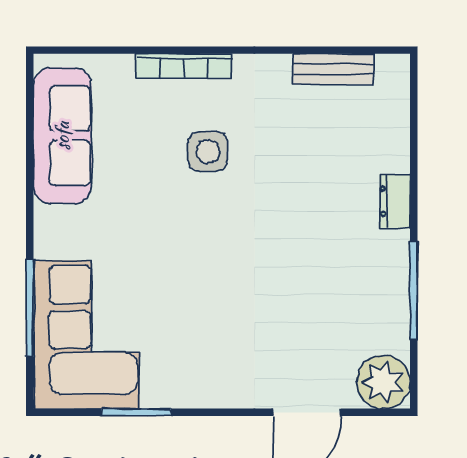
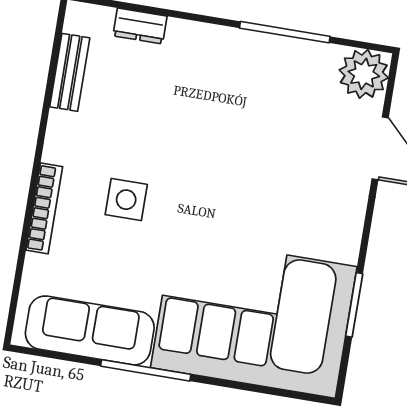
dresser: (395, 201) -> (140, 26), moved
window: (30, 308) -> (146, 370), moved
corner sofa: (86, 335) -> (254, 317), width x1.36, depth x1.36

